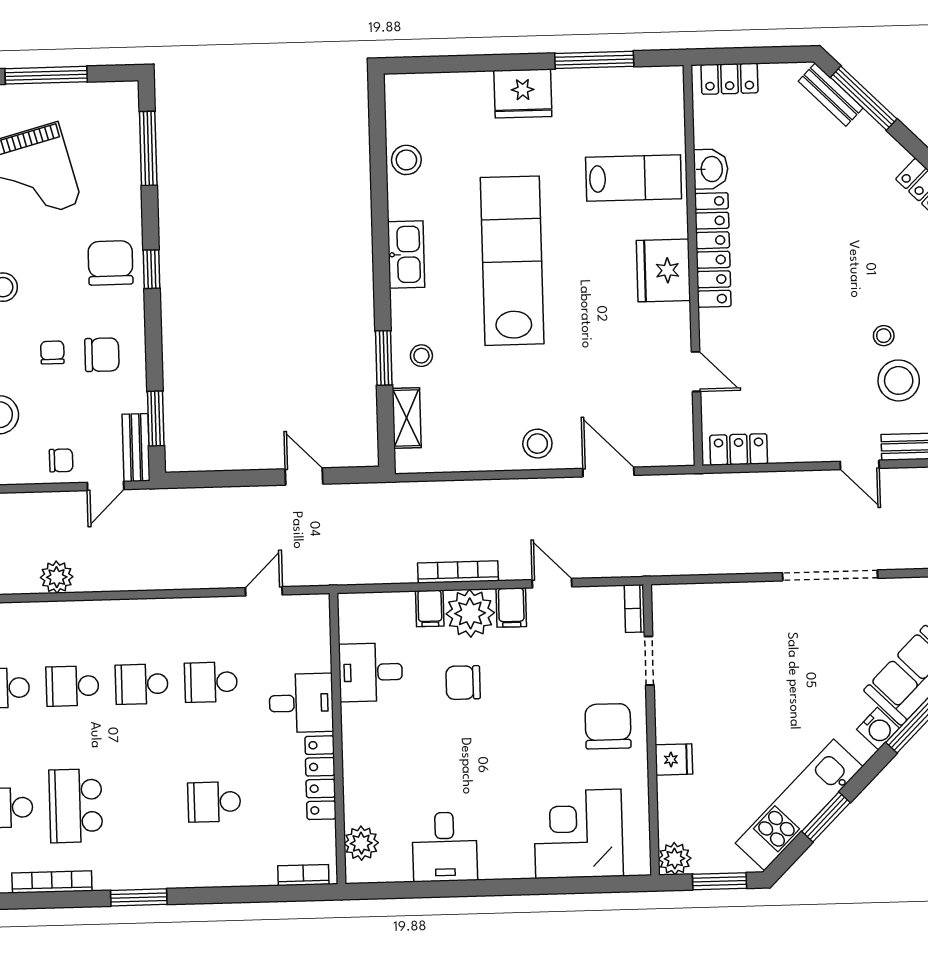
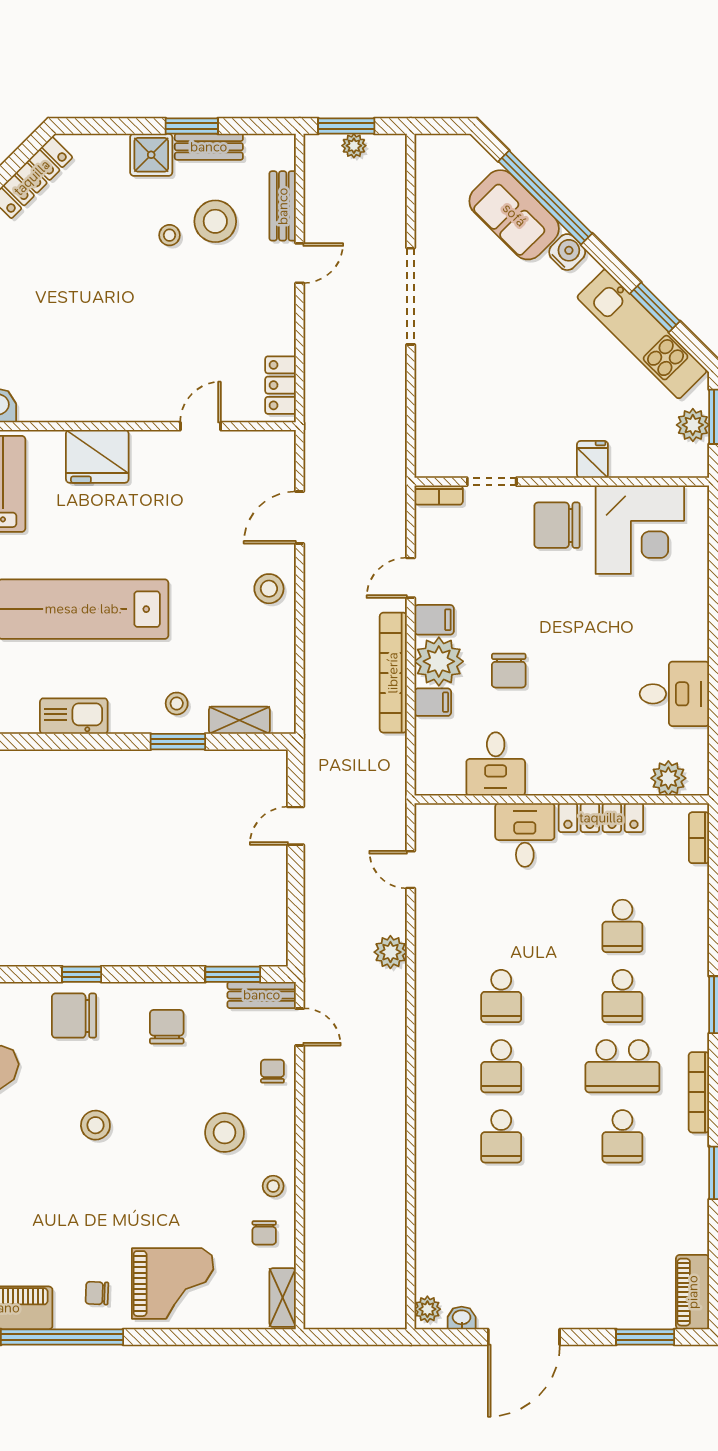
locker: (713, 250) -> (78, 406), removed
chair: (52, 352) -> (163, 1077), removed
bookcase: (458, 572) -> (393, 673), width x1.48, depth x1.31
plant: (57, 577) -> (390, 952), moved
school desk: (211, 682) -> (622, 996), moved
corner desk: (578, 834) -> (640, 530), moved, turned -90
plant: (675, 859) -> (693, 425), moved

